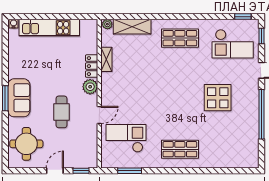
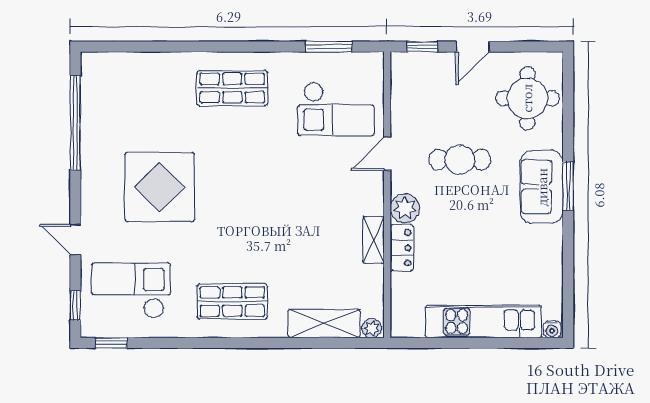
shelving: (106, 59) -> (374, 240), moved
display table: (218, 98) -> (160, 187), width x1.36, depth x1.36
cafe table: (61, 112) -> (460, 160), turned 90
window: (262, 114) -> (75, 123), moved

